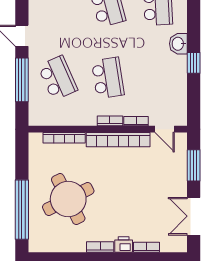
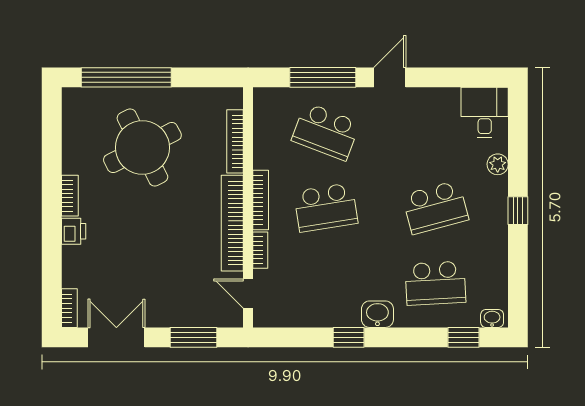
school desk: (58, 78) -> (326, 132), turned 45
bookcase: (110, 121) -> (261, 200), width x1.56
door: (165, 129) -> (248, 293), hinge flipped
bookcase: (146, 247) -> (69, 308), moved

